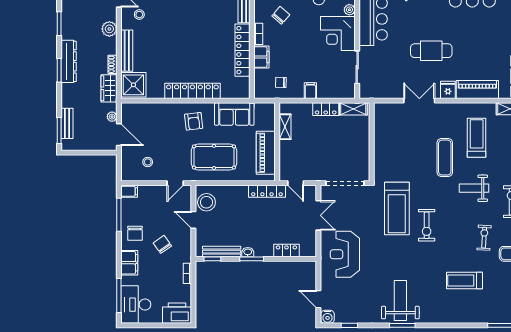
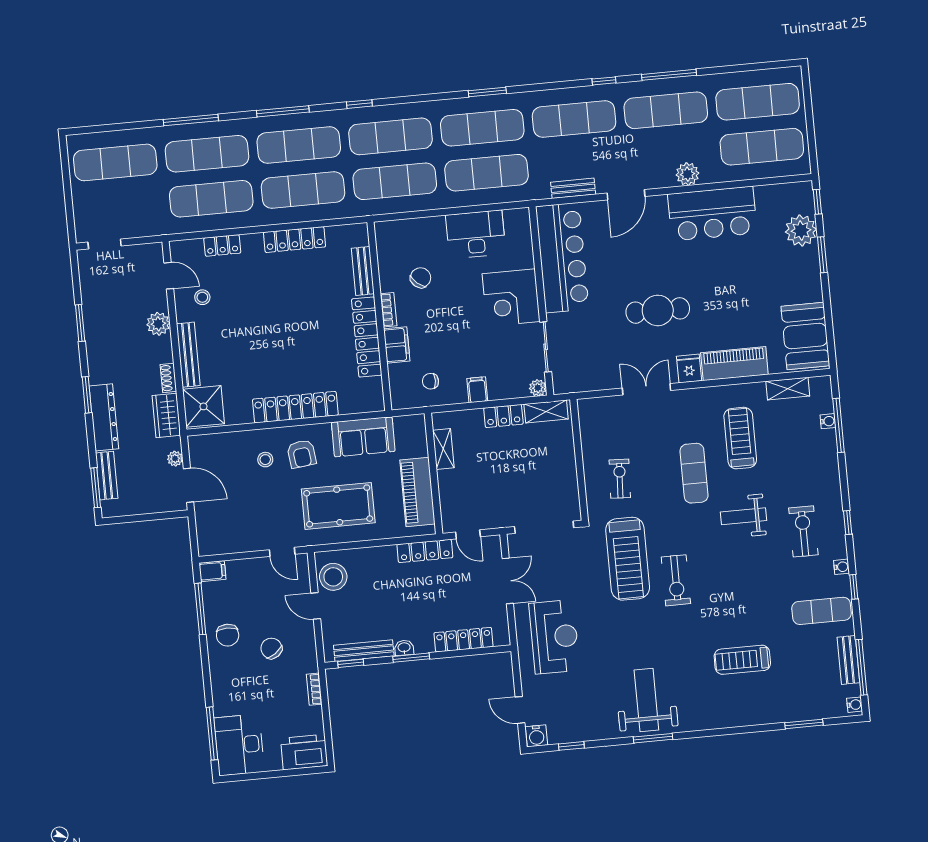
plant: (349, 10) -> (538, 388), moved
dresser: (69, 61) -> (104, 417), moved
stool: (148, 162) -> (265, 460), moved
door: (175, 183) -> (282, 552), hinge flipped
exercise bike: (484, 238) -> (620, 479), moved
locker: (286, 251) -> (464, 640), width x1.53
reception desk: (345, 254) -> (554, 637), turned 180
filing cabinet: (129, 263) -> (223, 681), removed

